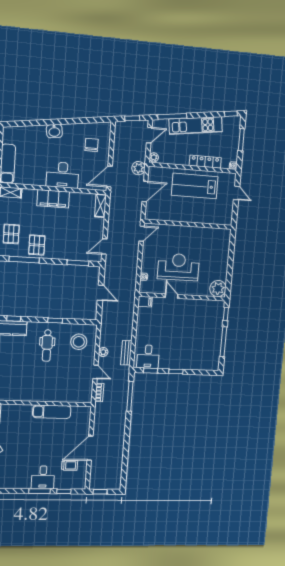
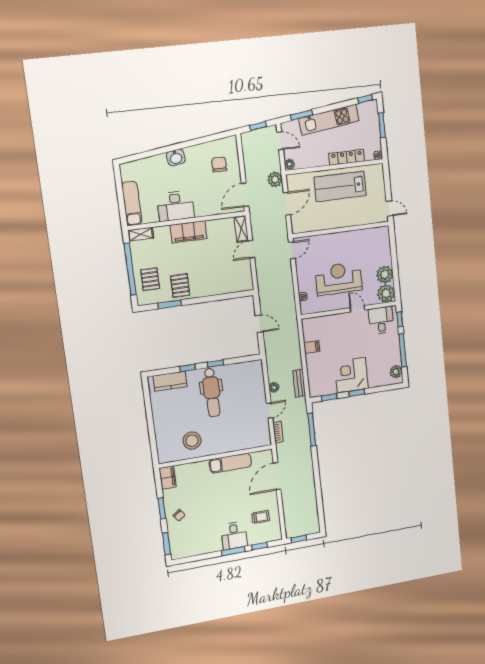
window: (172, 116) -> (302, 115), width x0.69
door: (149, 135) -> (280, 141), hinge flipped
desk: (63, 175) -> (176, 206), moved
door: (237, 193) -> (390, 208), moved
door: (104, 247) -> (251, 249), moved
window: (24, 260) -> (169, 304), width x0.69
window: (78, 263) -> (228, 296), removed
plant: (220, 272) -> (385, 275), added
door: (172, 296) -> (357, 309), moved
filing cabinet: (145, 302) -> (312, 347), moved
window: (14, 319) -> (188, 368), moved
stool: (79, 342) -> (192, 441), moved
dental chair: (47, 345) -> (212, 392), width x1.36, depth x1.38
corner desk: (174, 355) -> (351, 375), added
desk: (148, 357) -> (381, 320), moved, turned 180
plant: (214, 360) -> (396, 372), added
door: (95, 372) -> (270, 411), hinge flipped
door: (90, 448) -> (277, 476), moved

